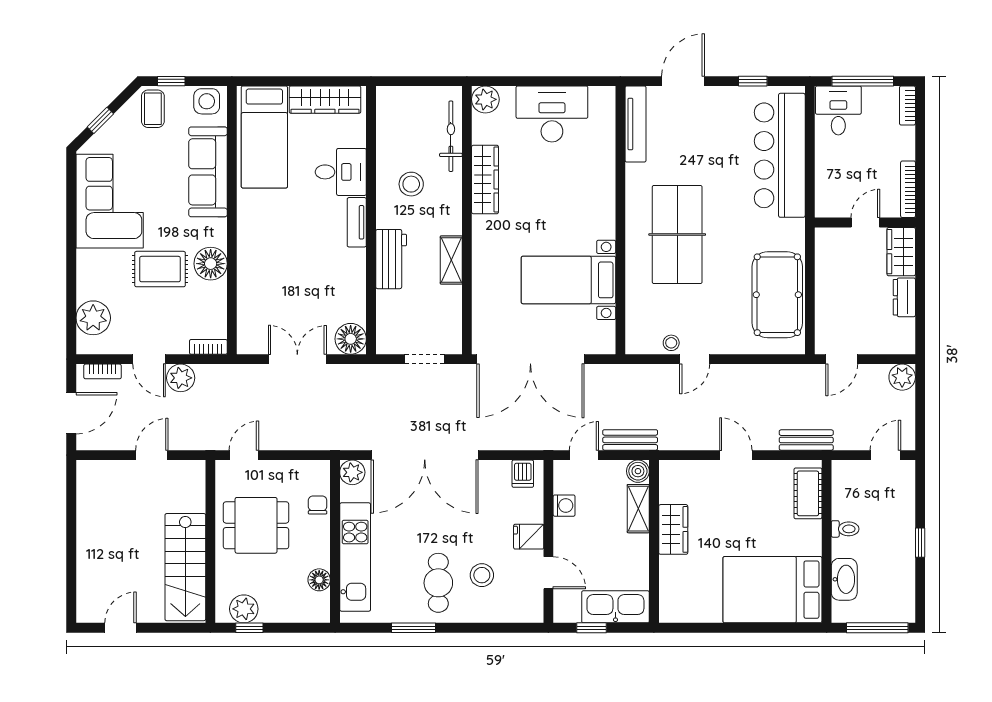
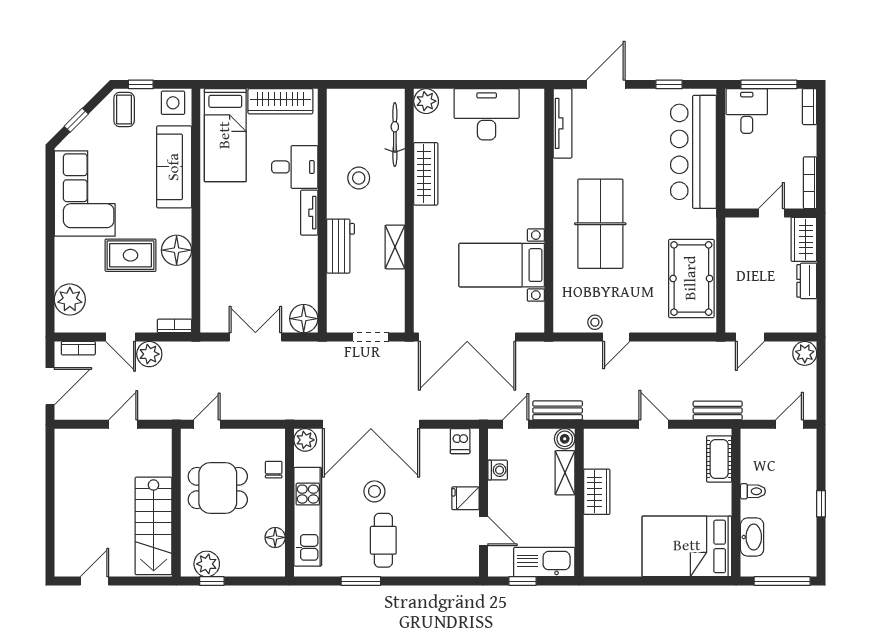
stool: (482, 575) -> (374, 491), moved

